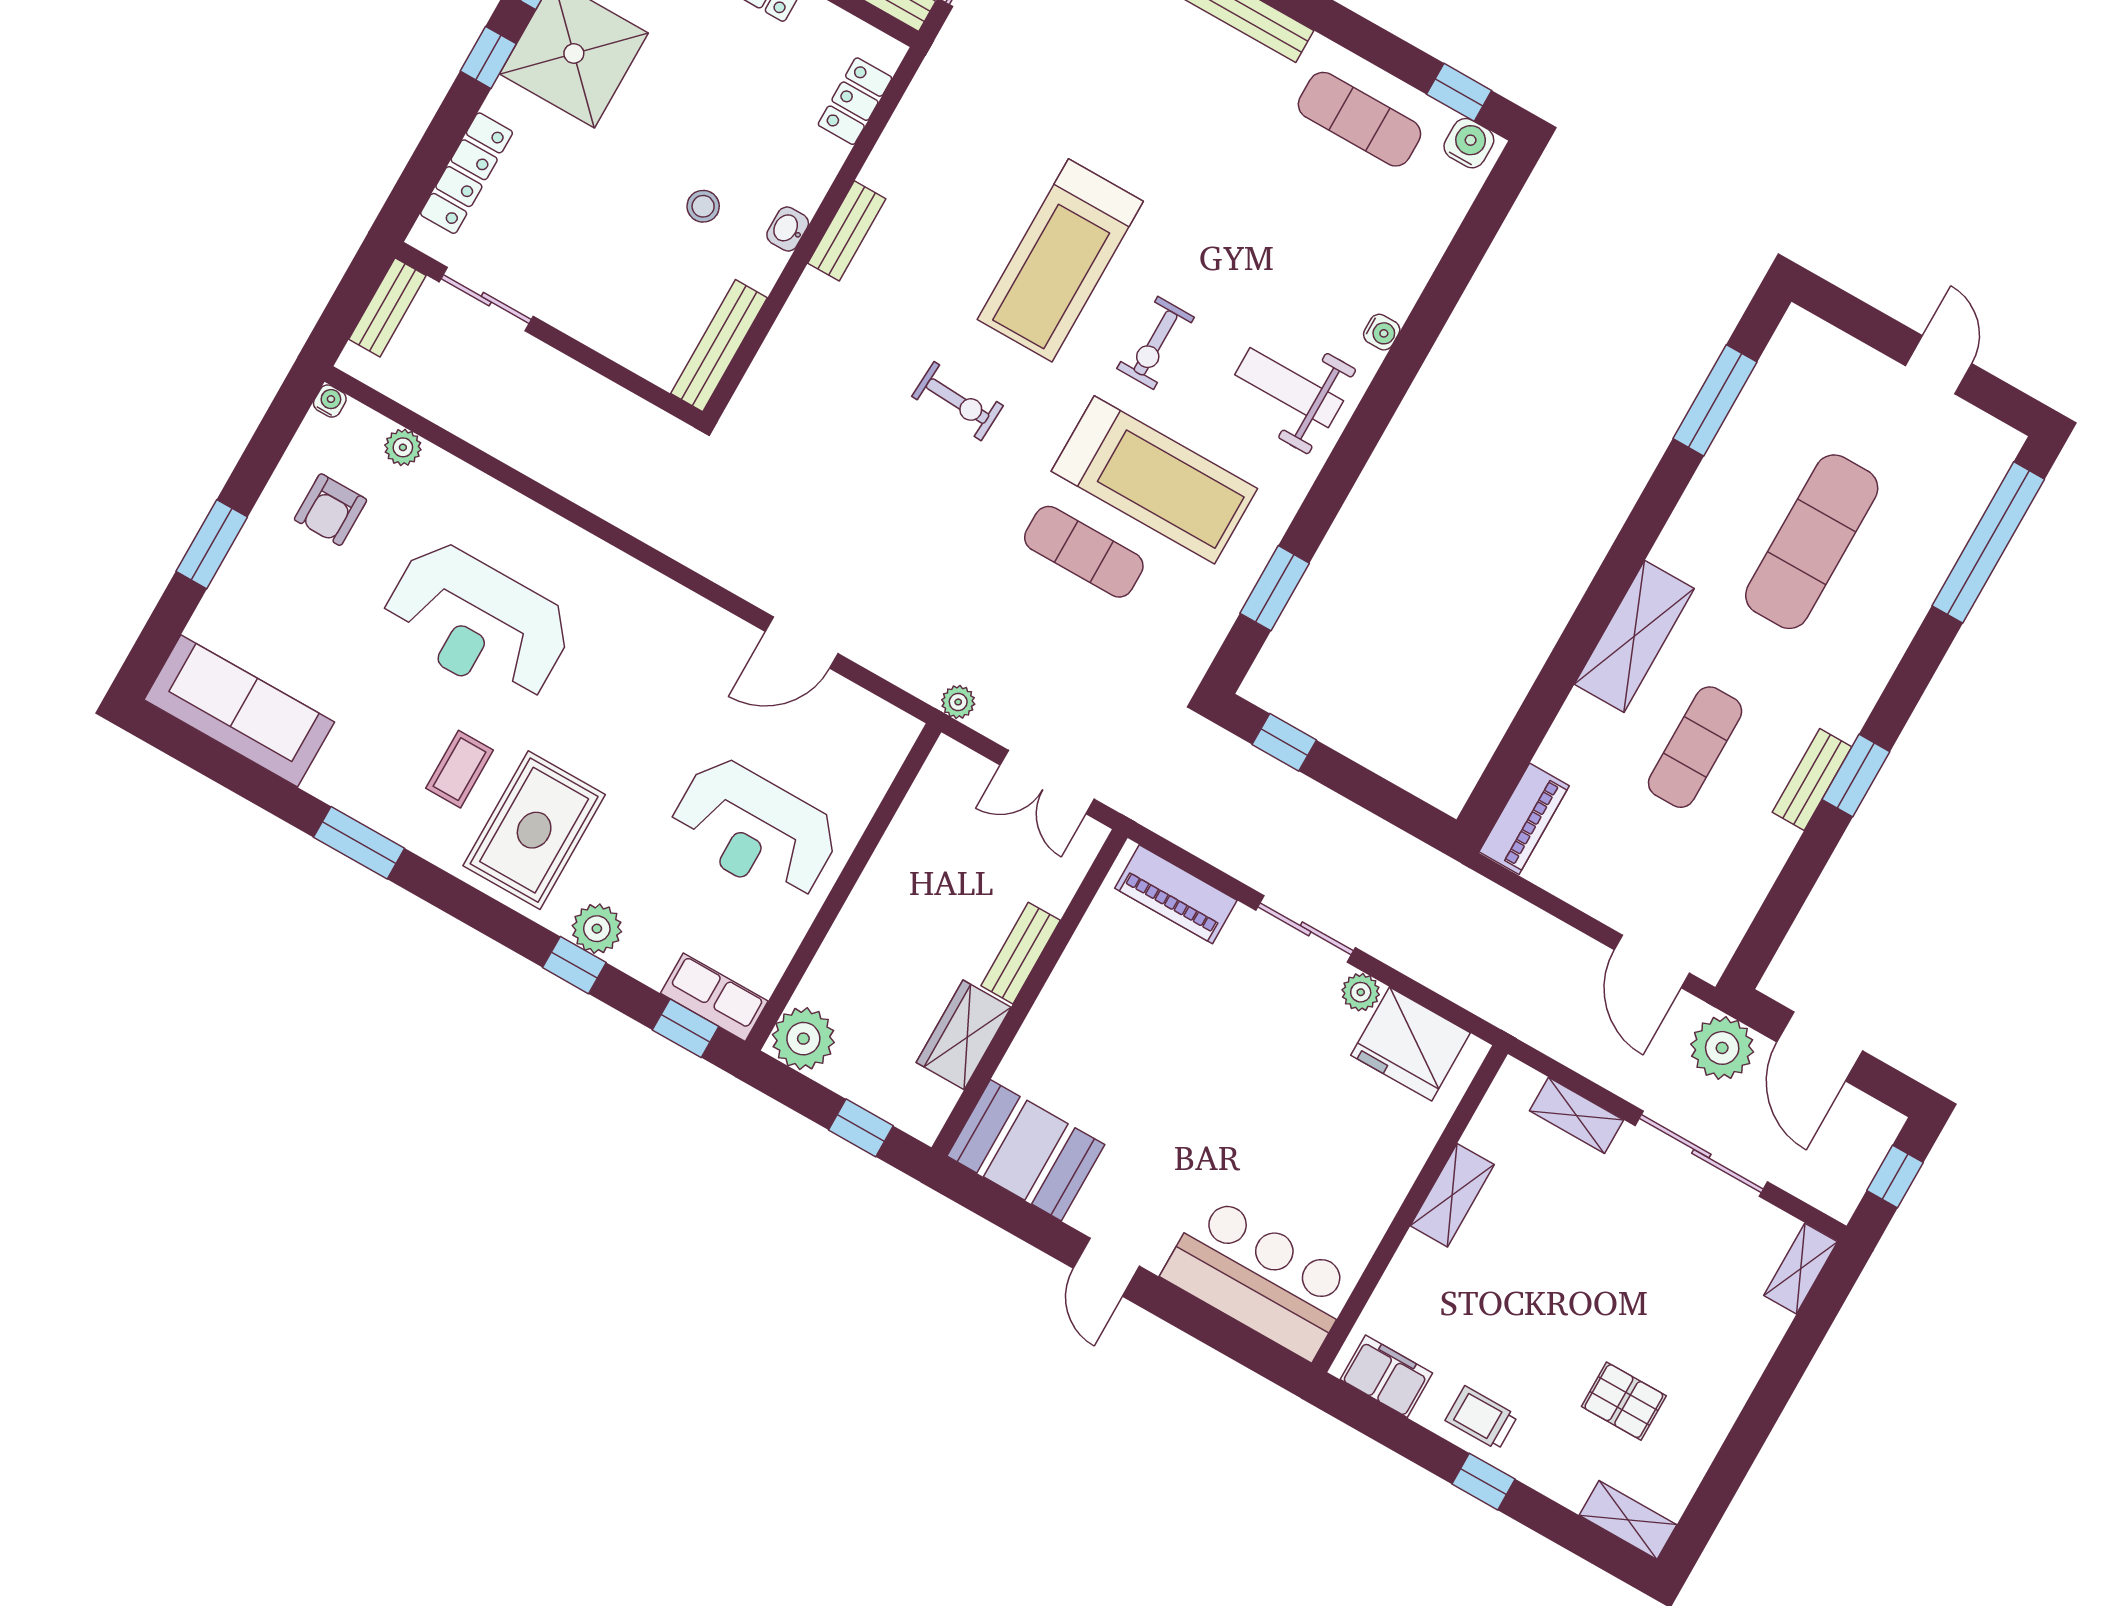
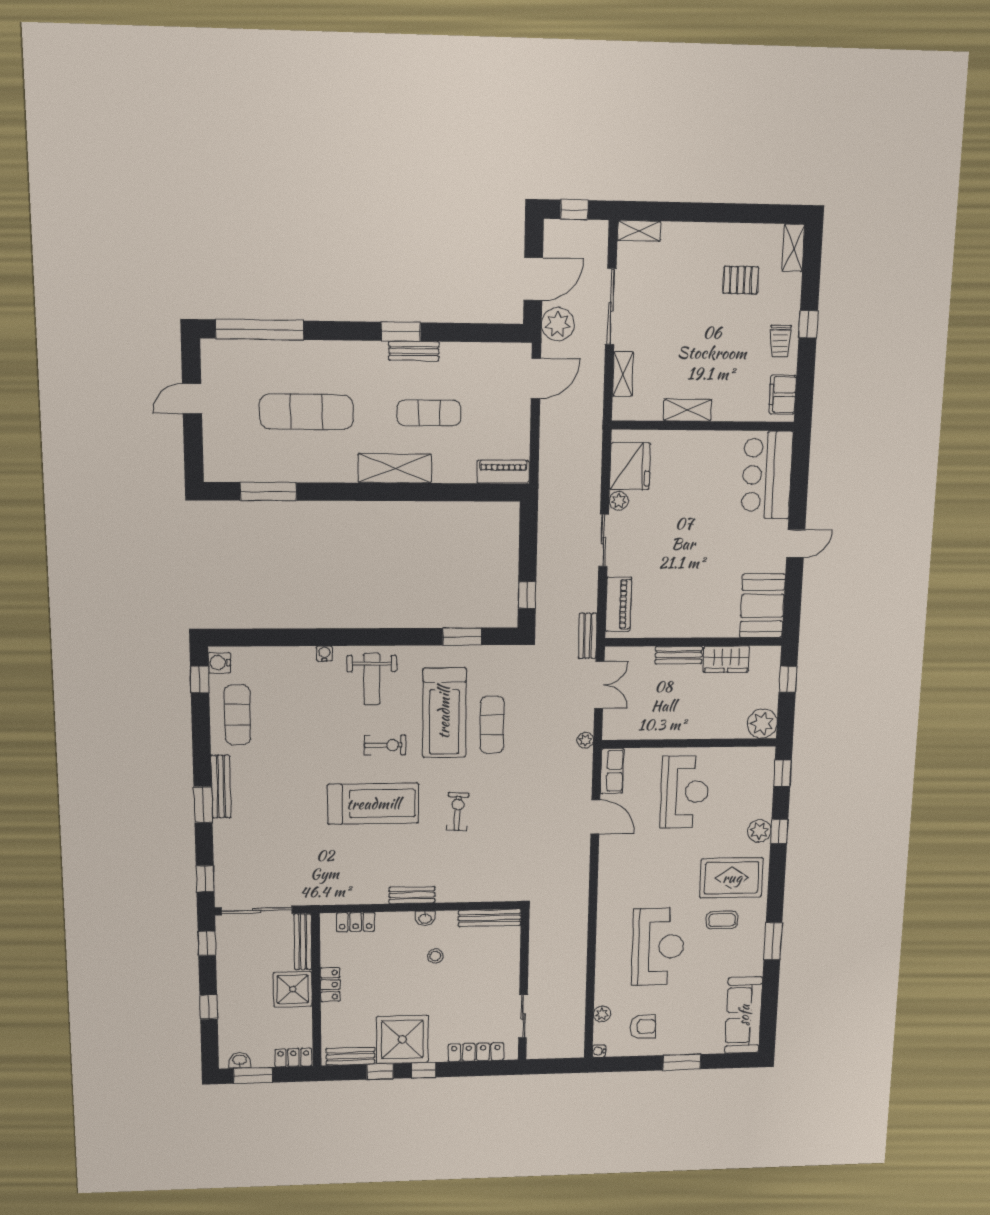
bench: (387, 307) -> (588, 636), moved, turned 90
treadmill: (1154, 480) -> (444, 713), turned 180
row of seats: (714, 997) -> (612, 771), moved, turned 180
pallet: (1624, 1401) -> (741, 280), turned 90

